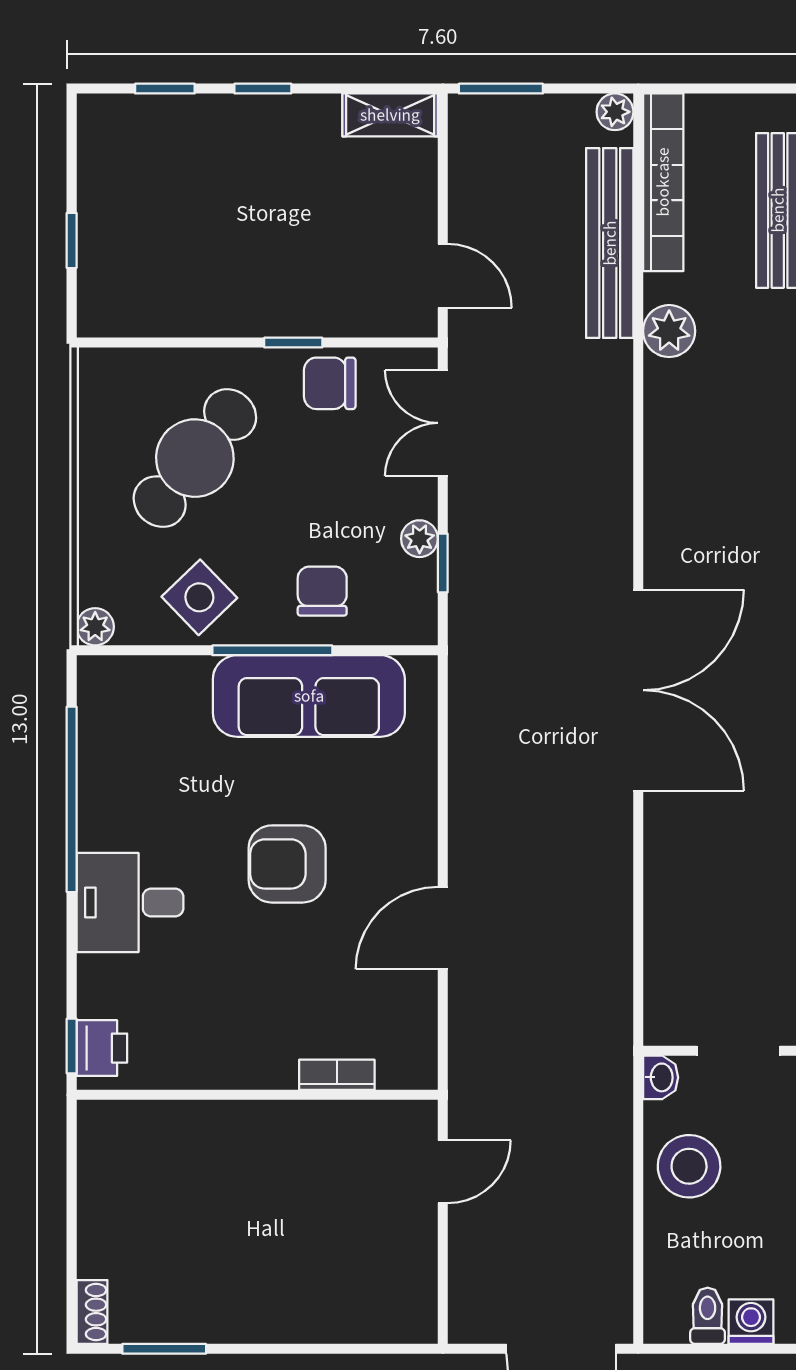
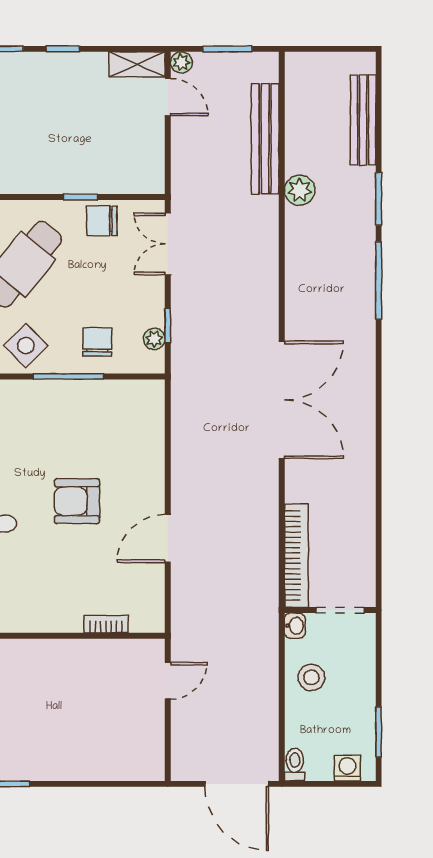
window: (501, 89) -> (227, 49), moved
plant: (615, 112) -> (181, 62), moved
bookcase: (663, 182) -> (296, 555), moved
door: (443, 276) -> (168, 97), moved
plant: (420, 539) -> (154, 339), moved
sofa: (309, 696) -> (90, 403), removed
stool: (689, 1166) -> (311, 677), width x0.73, depth x0.73
toilet: (708, 1316) -> (295, 765), moved

